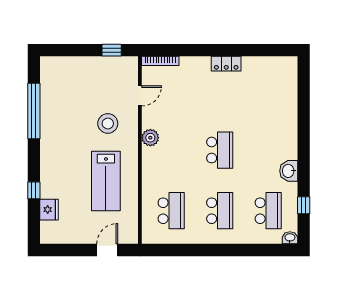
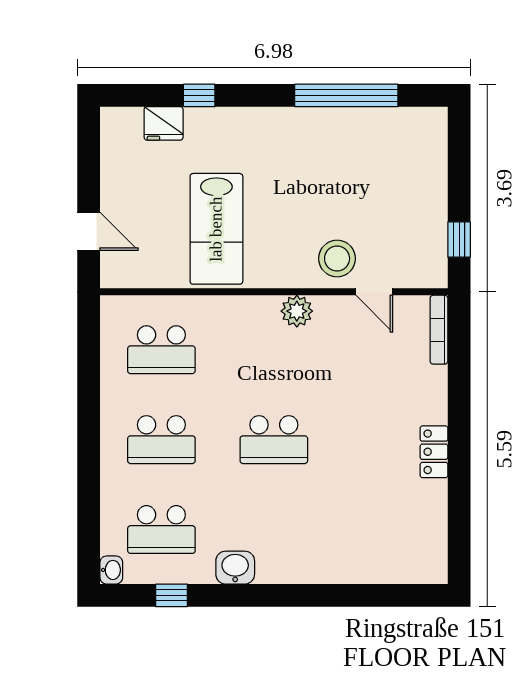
stool: (108, 123) -> (337, 258), moved
lab bench: (106, 181) -> (216, 229), turned -90

